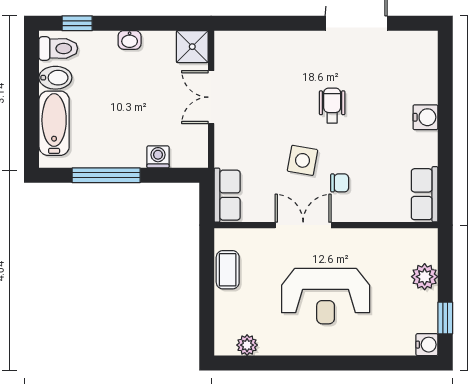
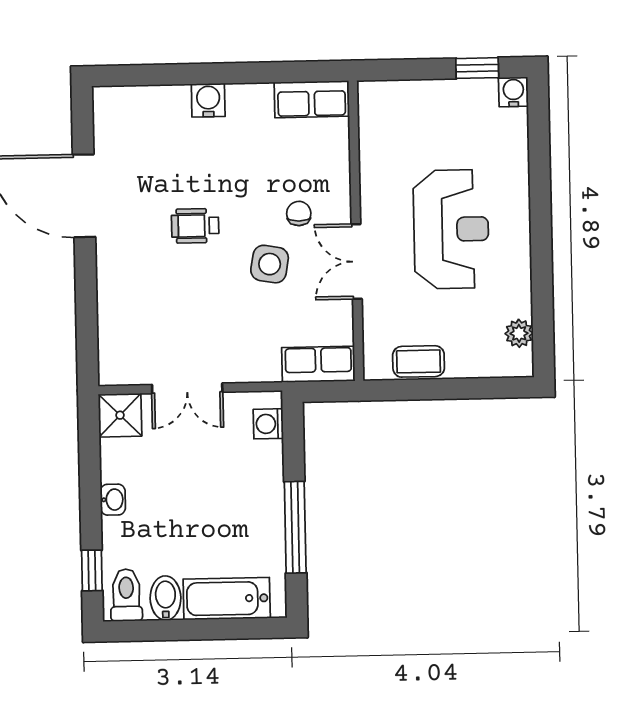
washing machine: (158, 157) -> (268, 424), moved
plant: (425, 277) -> (422, 97), removed

